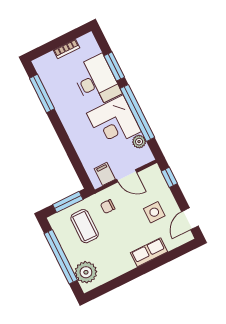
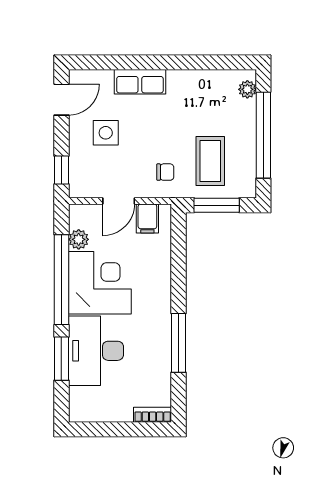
bookcase: (67, 49) -> (153, 415), moved
window: (42, 94) -> (178, 343), moved
door: (127, 176) -> (119, 201), swing flipped
plant: (86, 272) -> (247, 89), width x0.53, depth x0.53

